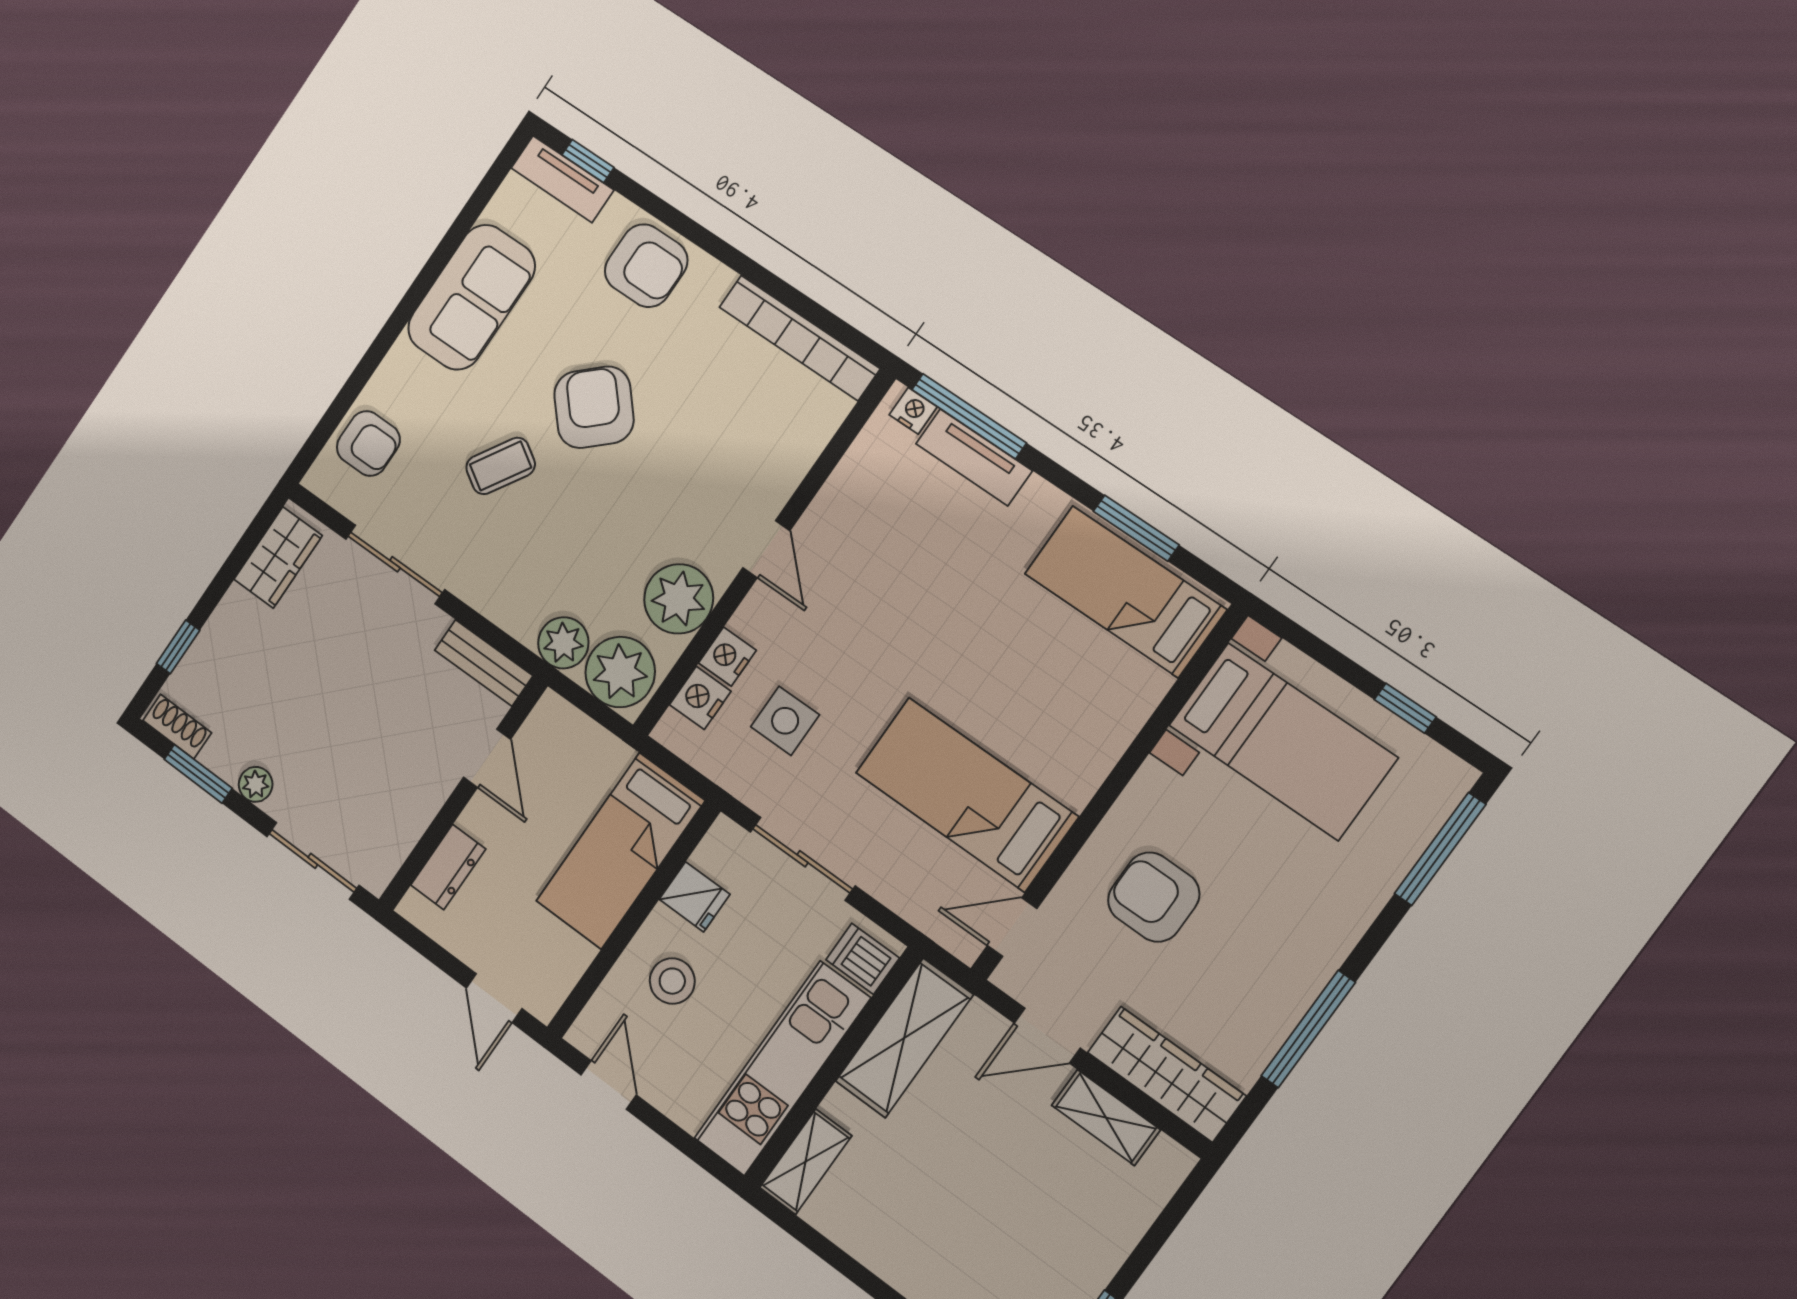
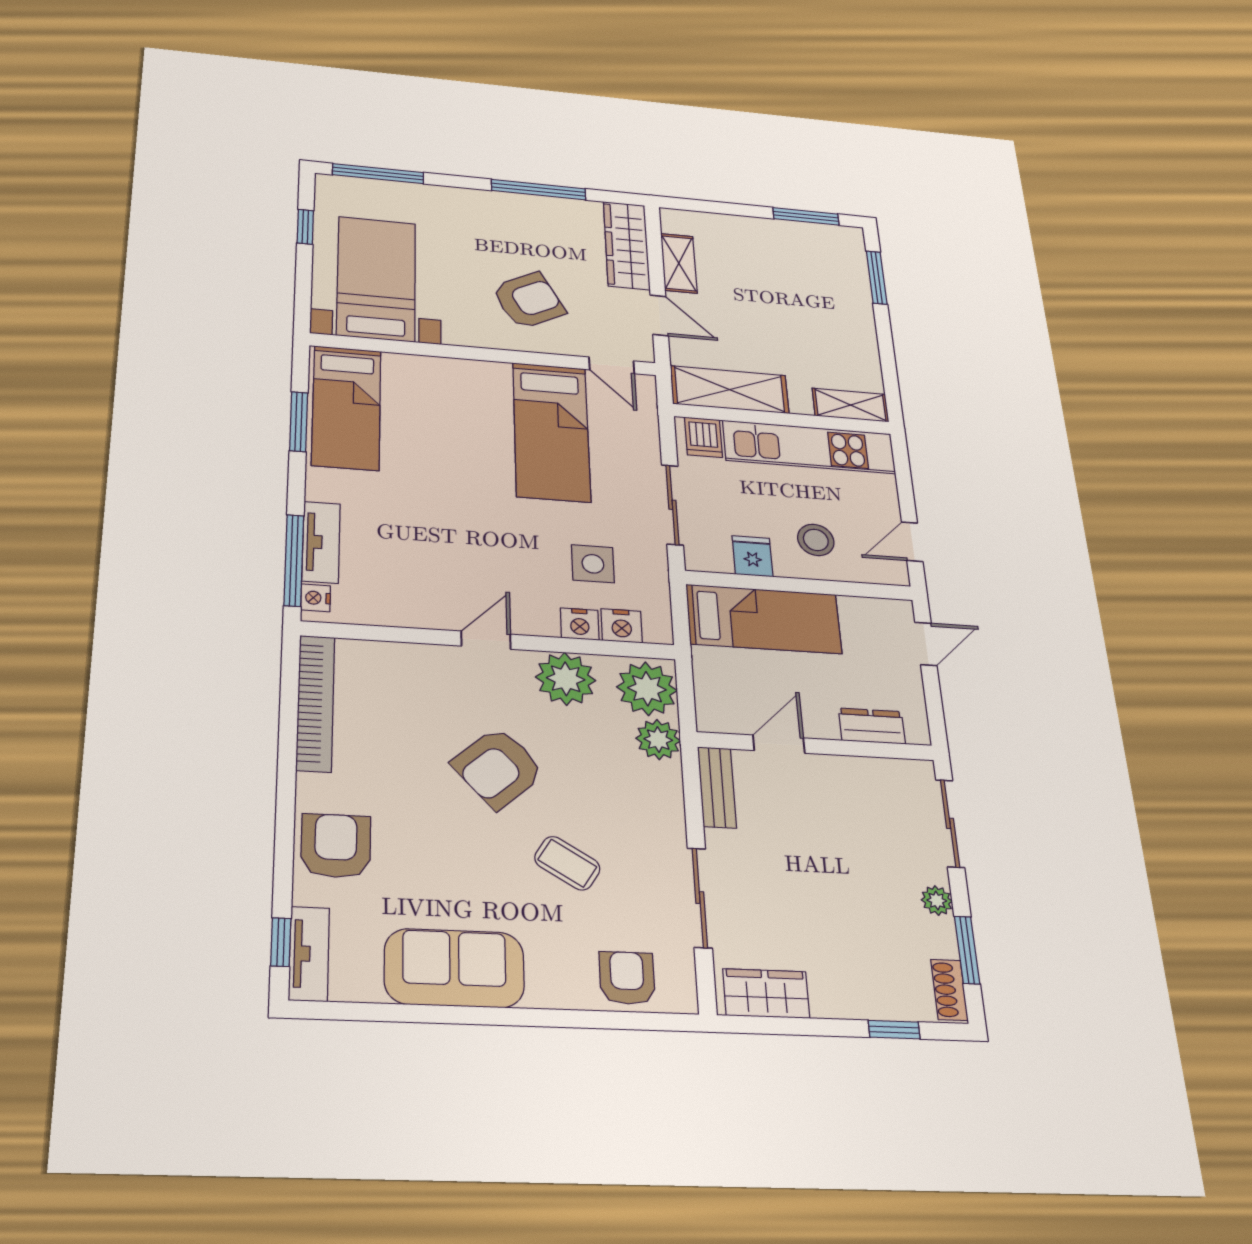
armchair: (594, 407) -> (498, 768), moved
armchair: (1154, 897) -> (528, 300), turned -118

